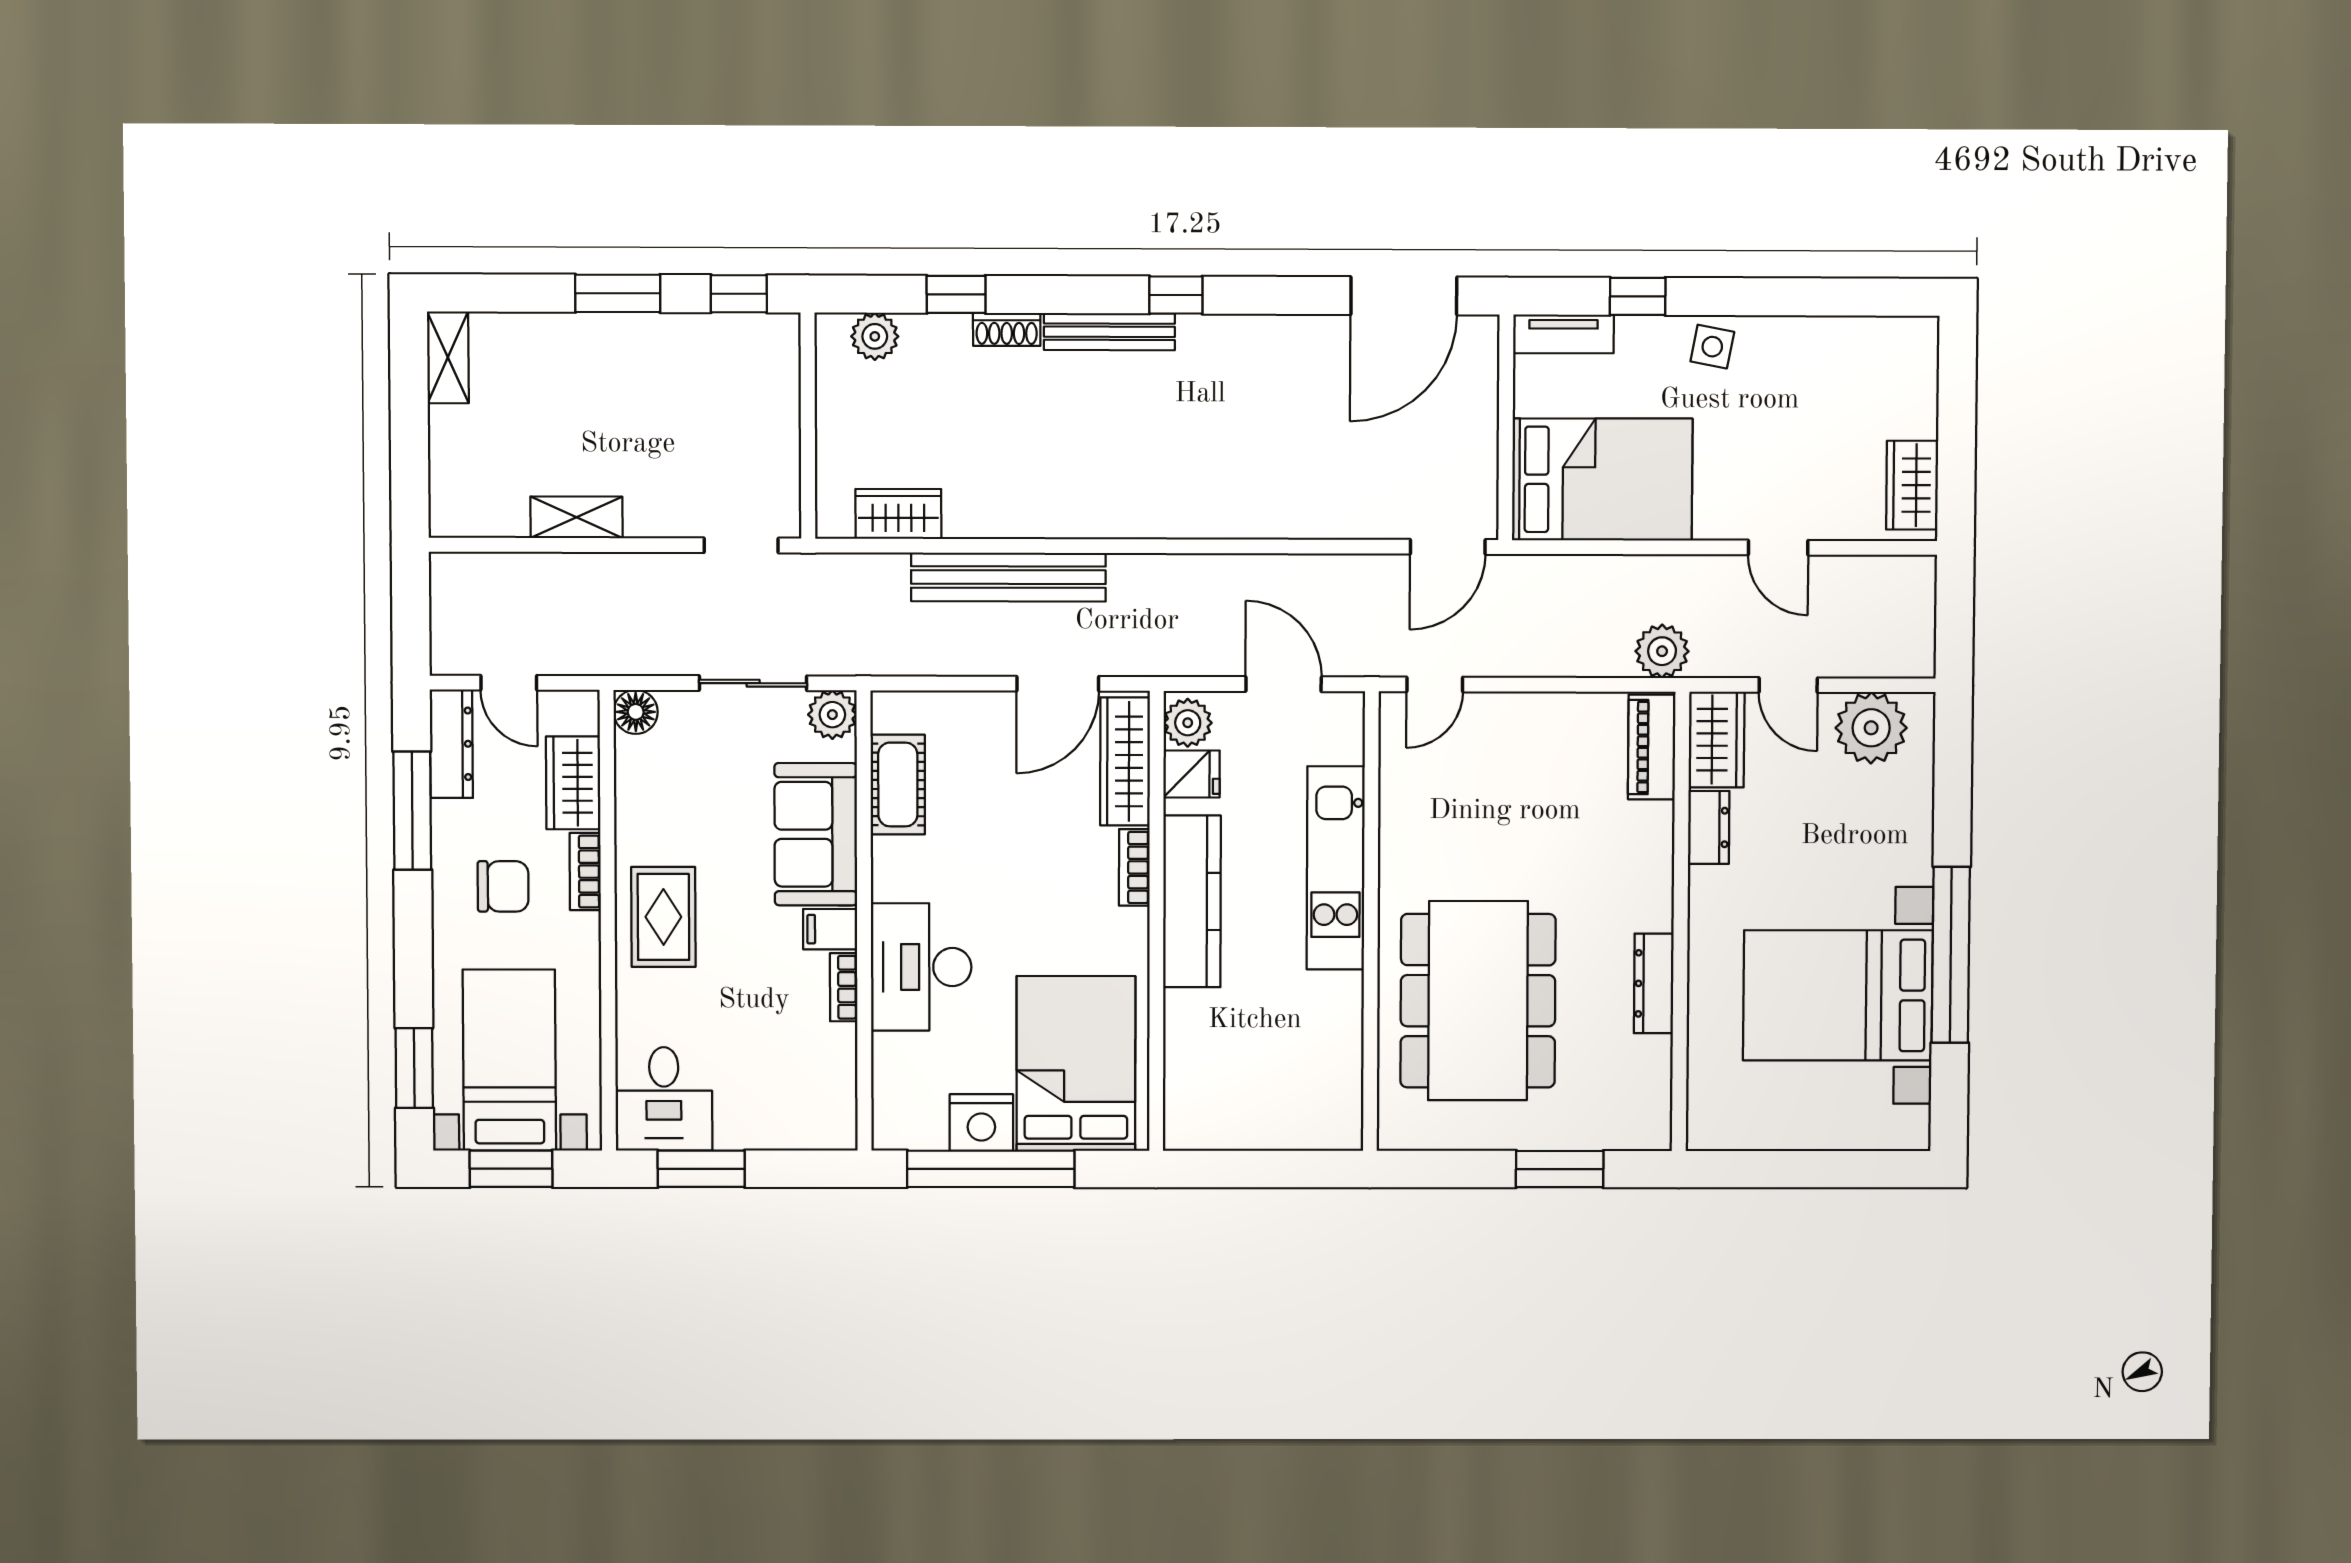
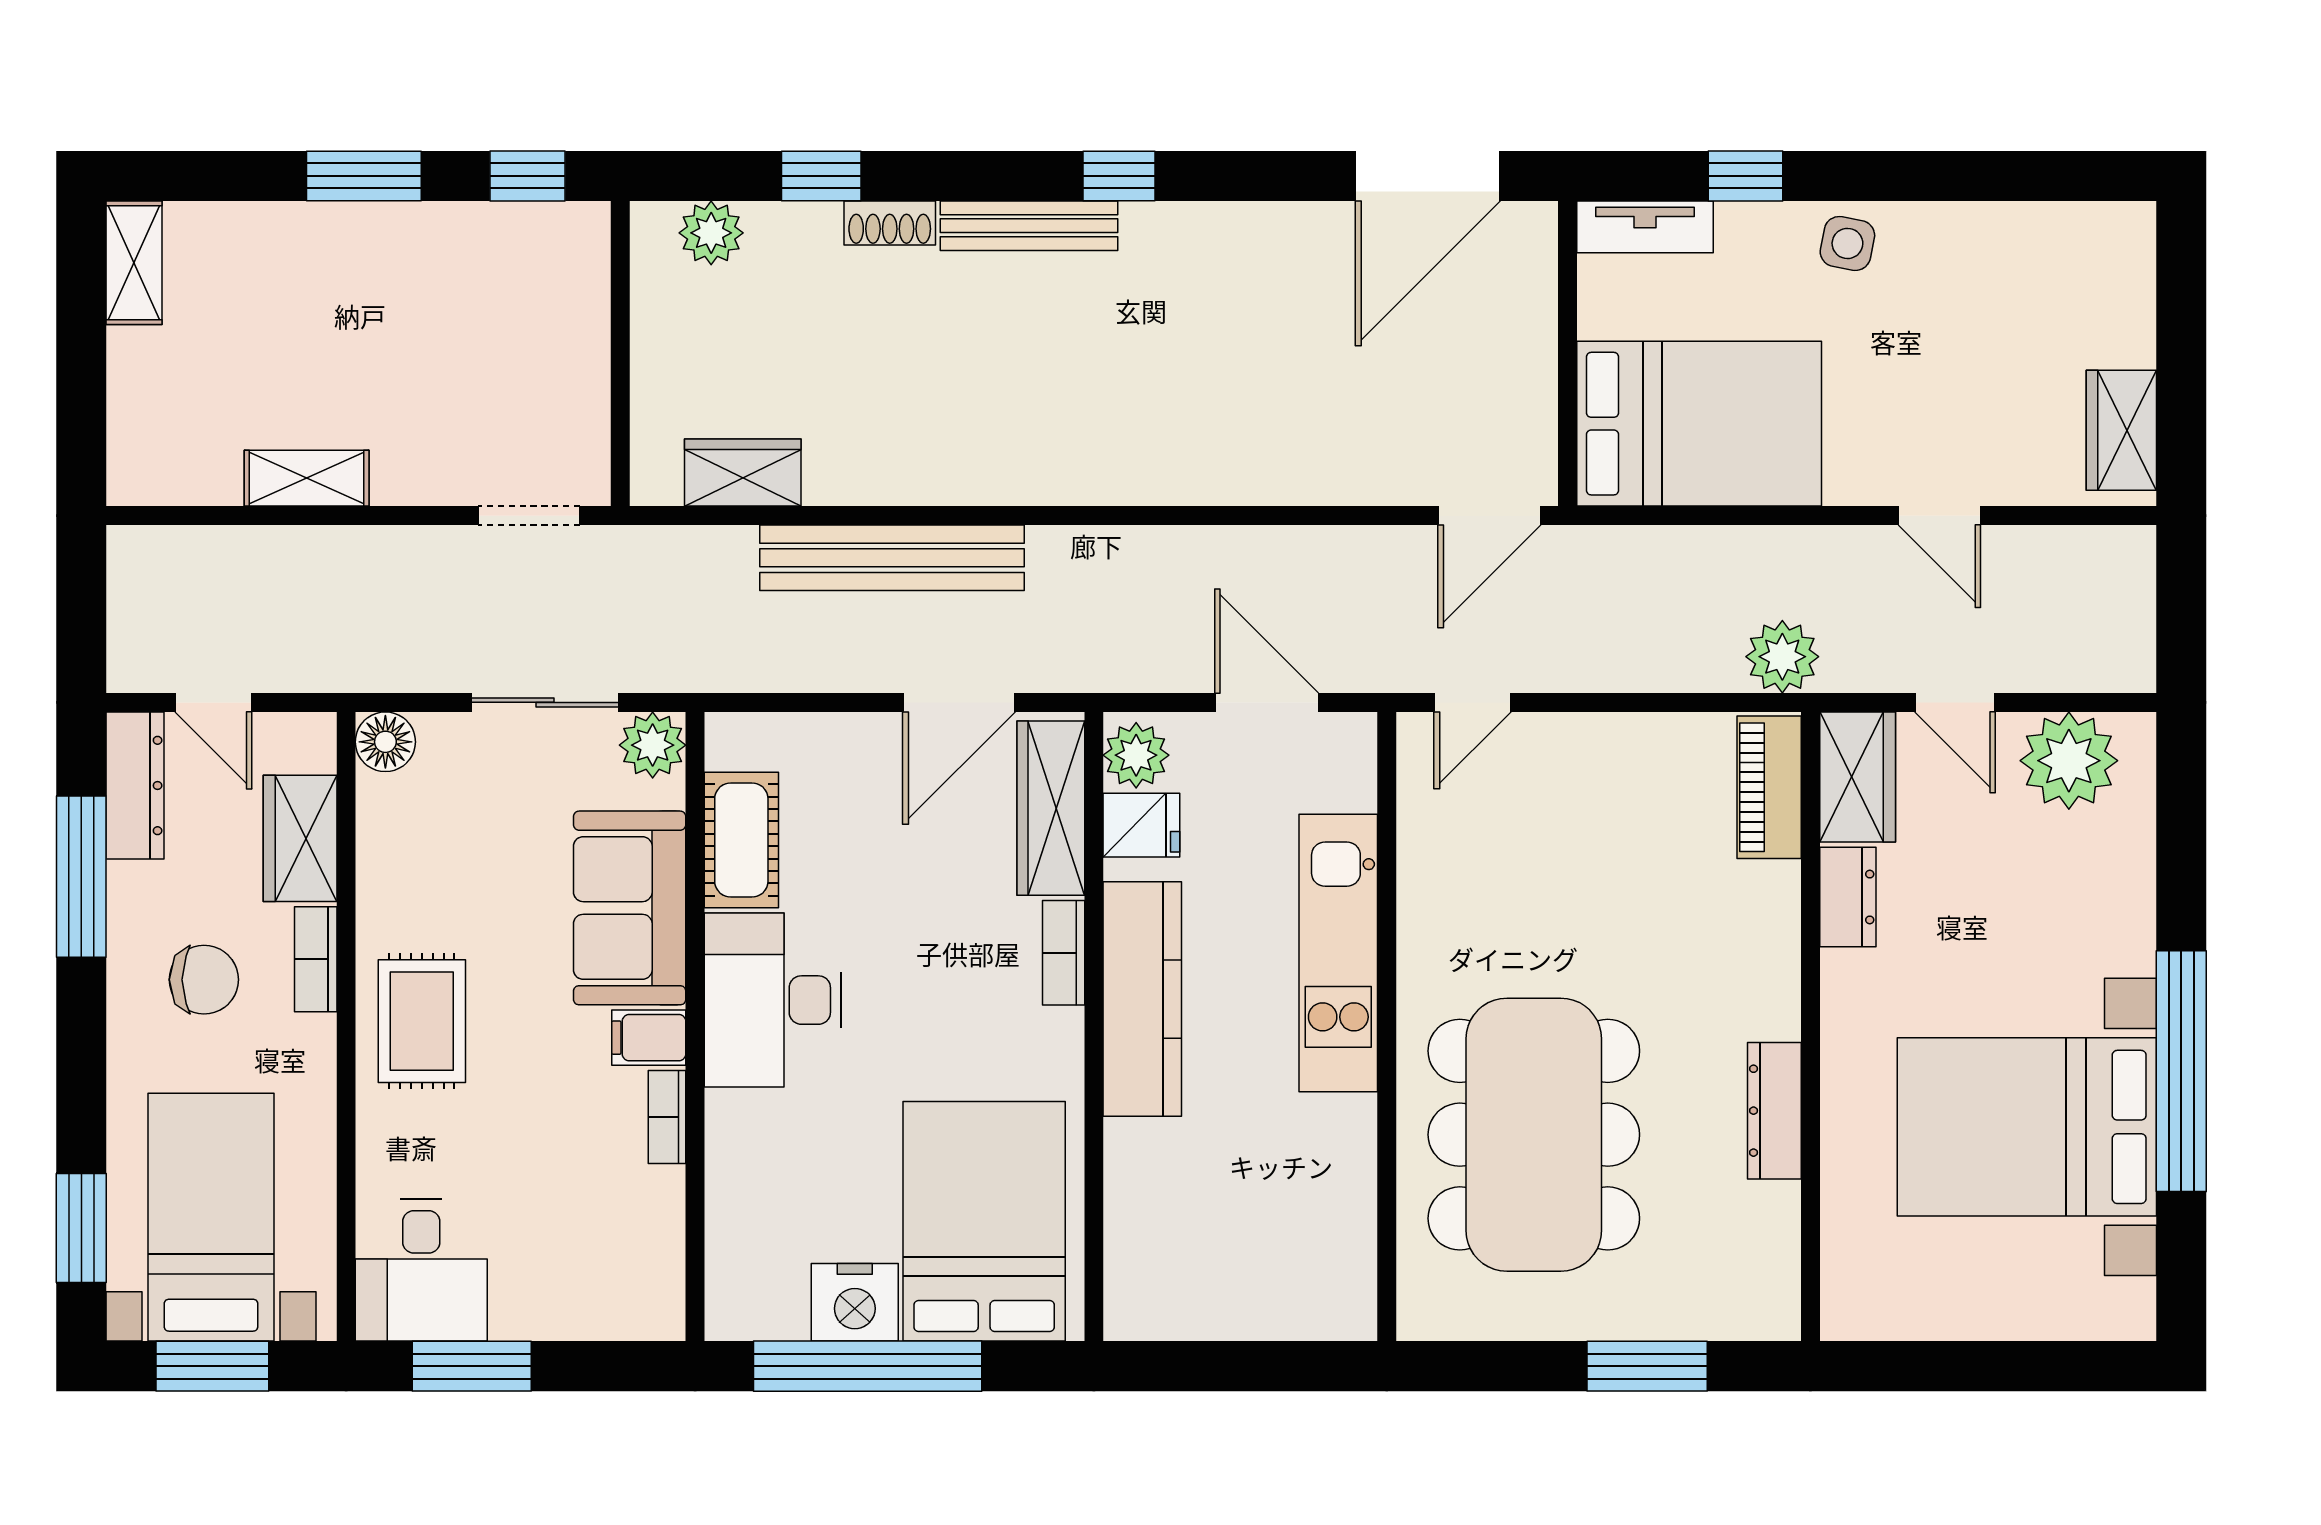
desk: (921, 967) -> (773, 1000), moved

